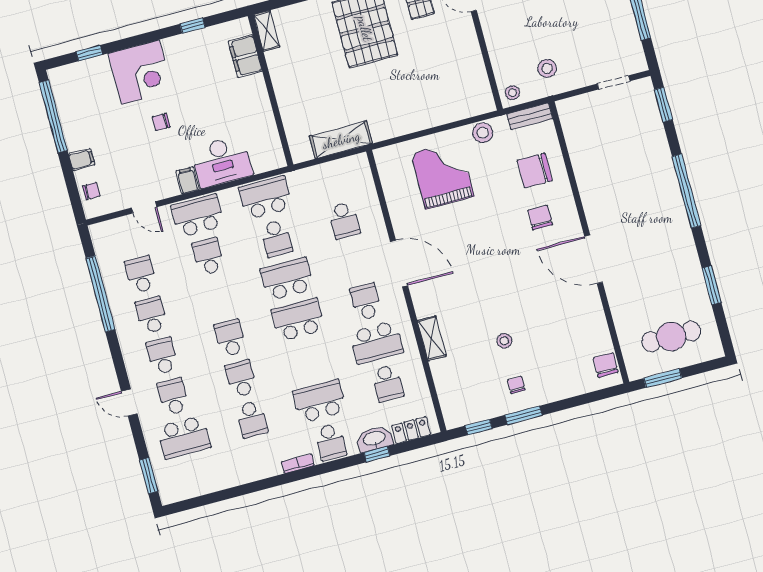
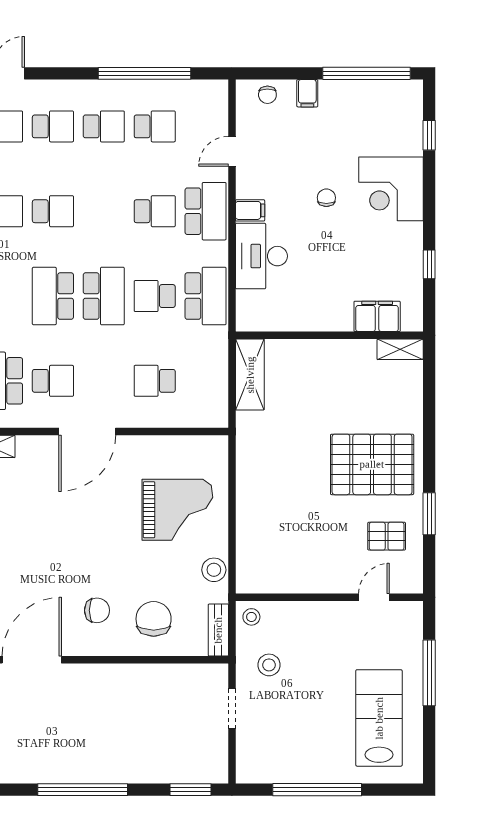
doorway: (614, 82) -> (232, 709), moved
shelving: (341, 140) -> (250, 375), moved
school desk: (298, 320) -> (53, 296), turned 180

